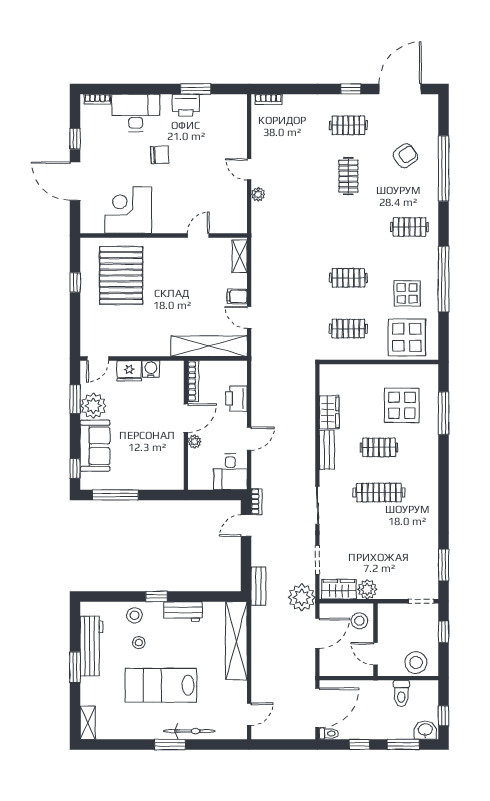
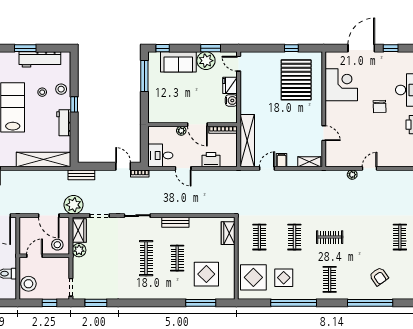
clothes rail: (348, 176) -> (330, 237), moved
pallet: (121, 275) -> (296, 80), turned 90
wardrobe: (329, 412) -> (228, 233), moved, turned 90

